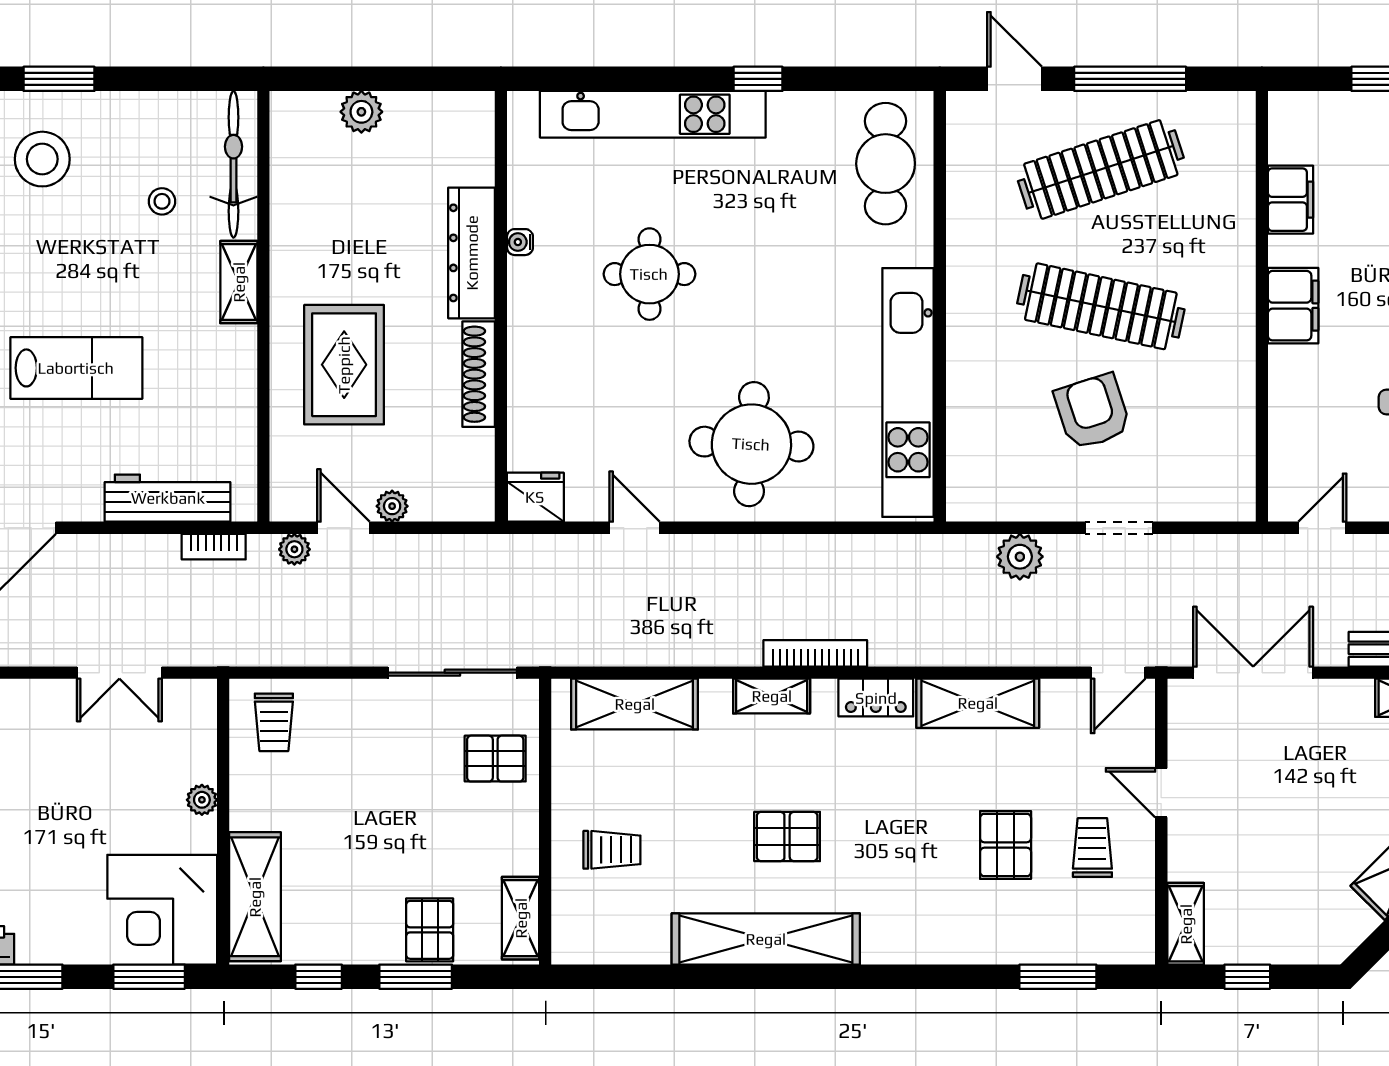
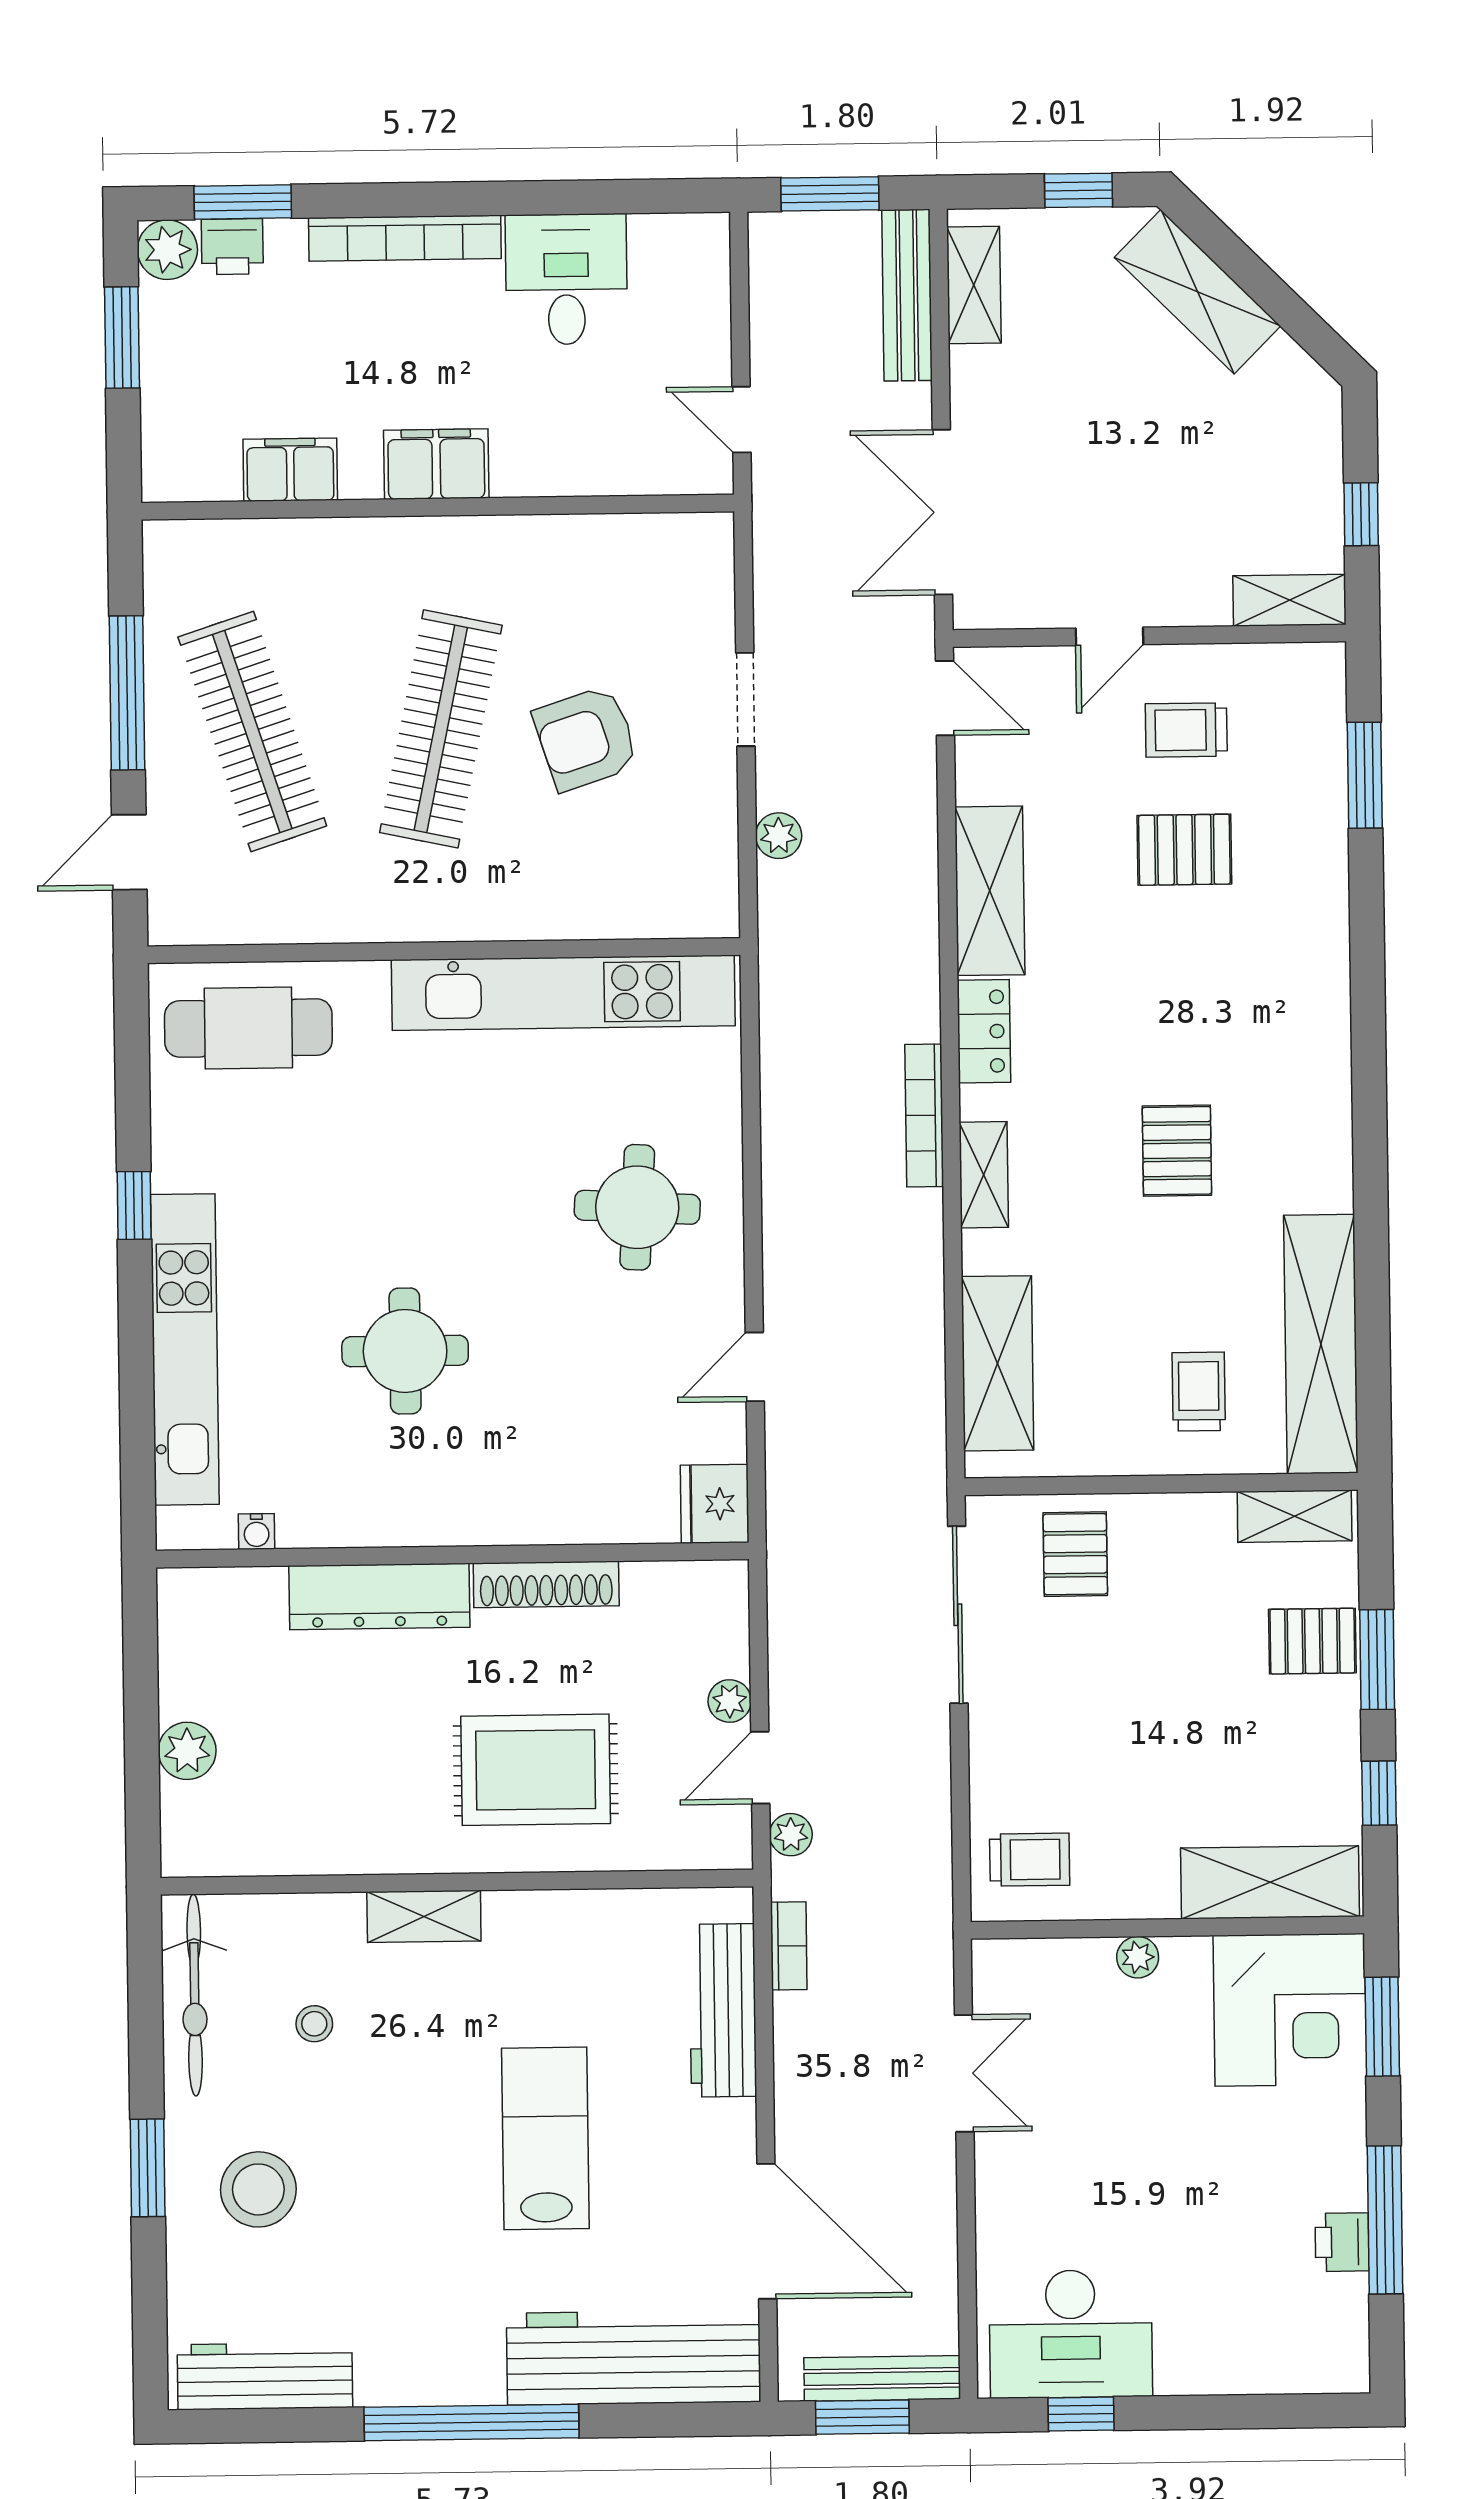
bicycle: (233, 164) -> (195, 1995), moved, turned -90
water cooler: (520, 242) -> (257, 1532), moved
round table: (751, 444) -> (637, 1207), width x0.73, depth x0.73
plant: (1020, 557) -> (779, 836), width x0.73, depth x0.73
shelving: (766, 939) -> (1321, 1344), moved

